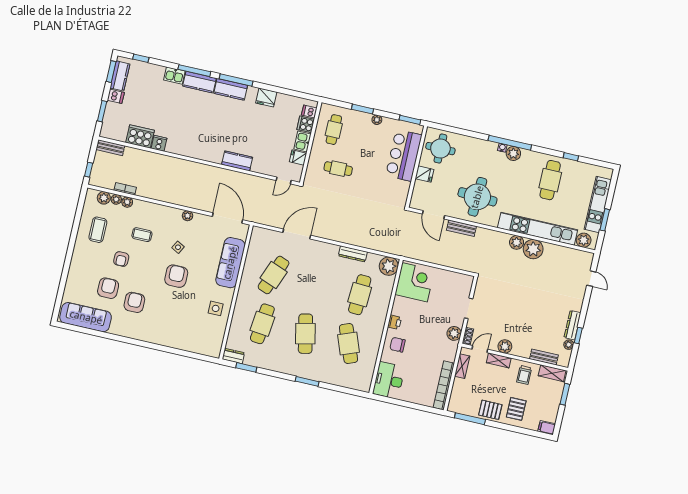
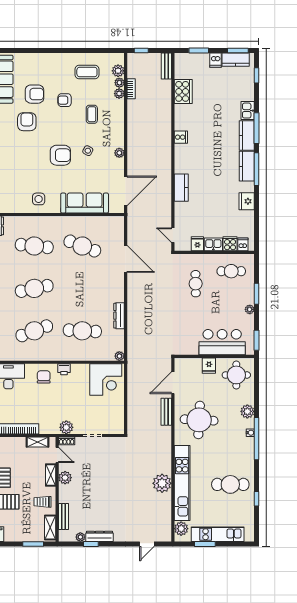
cooker: (159, 143) -> (181, 137), moved
plant: (513, 153) -> (247, 411), moved
plant: (517, 242) -> (165, 466), removed
plant: (389, 266) -> (119, 356), width x0.53, depth x0.53
armchair: (134, 302) -> (27, 122), turned -90

